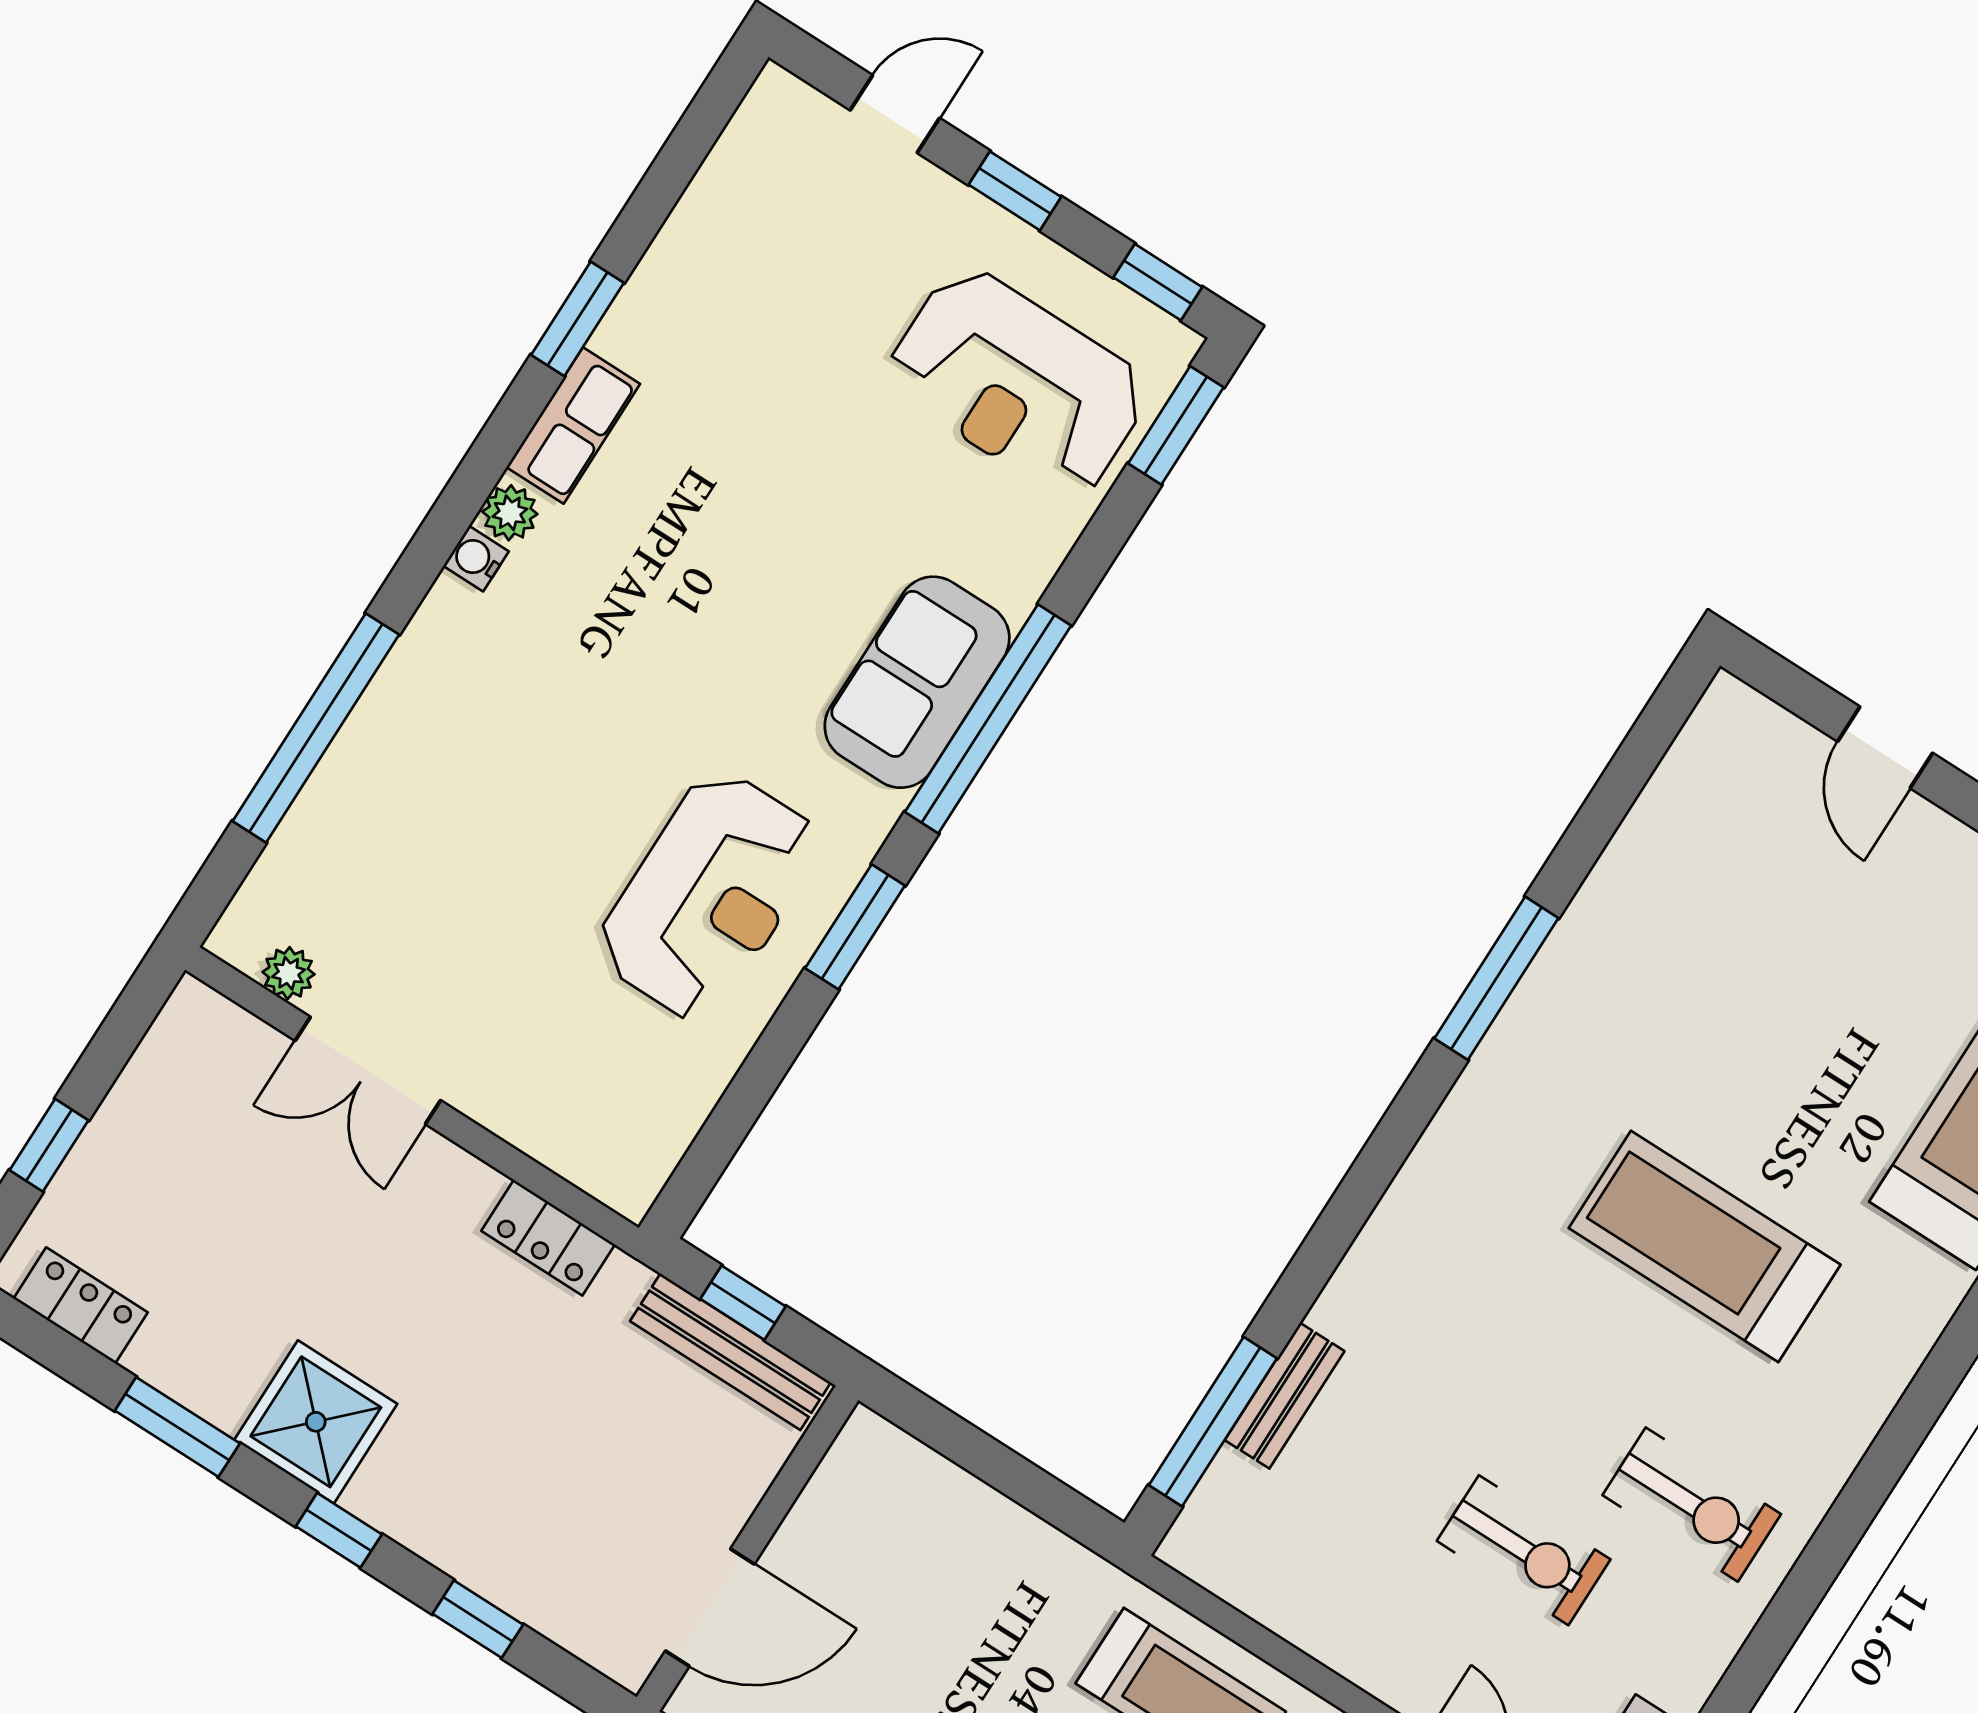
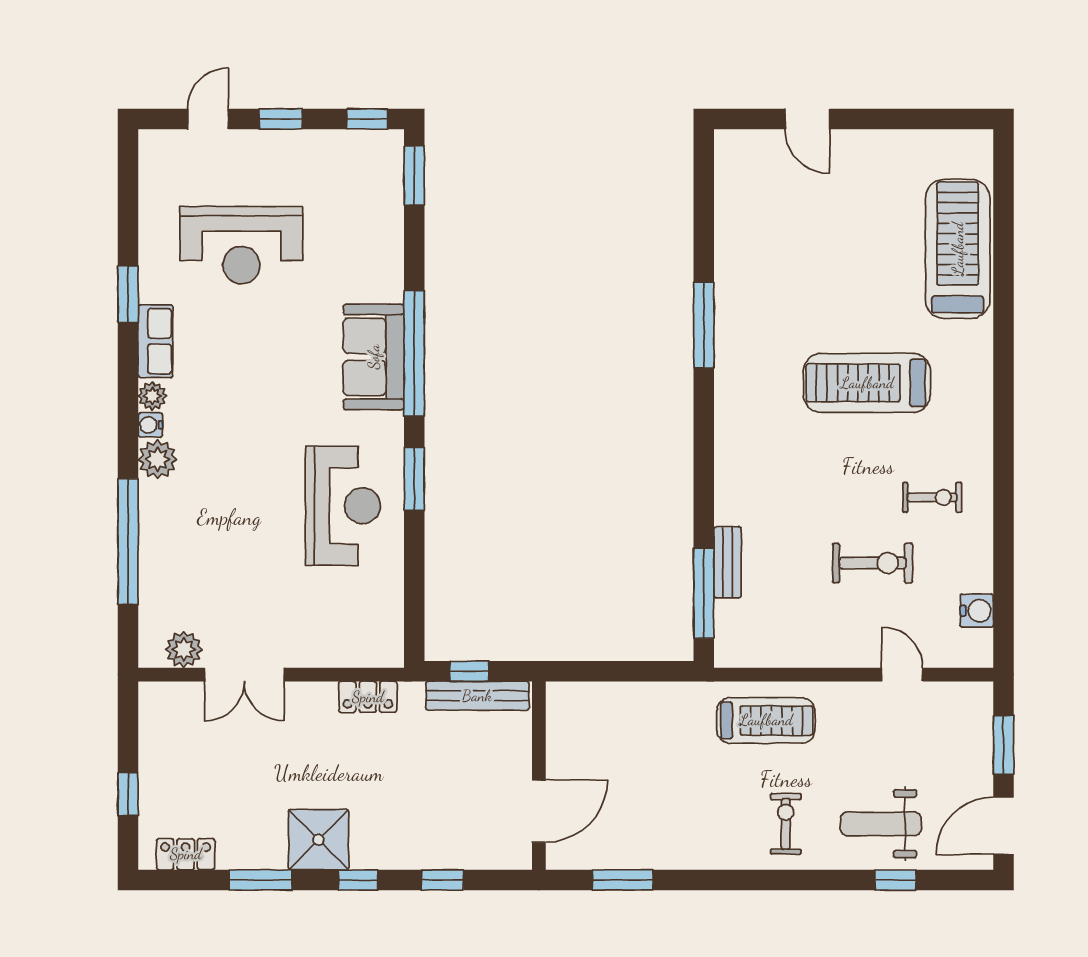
reception desk: (1018, 383) -> (241, 245), moved
plant: (452, 623) -> (158, 459), added
plant: (289, 973) -> (184, 649), width x1.38, depth x1.38
exercise bike: (1692, 1505) -> (932, 497), width x0.73, depth x0.72

